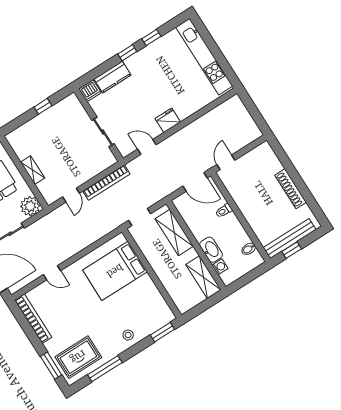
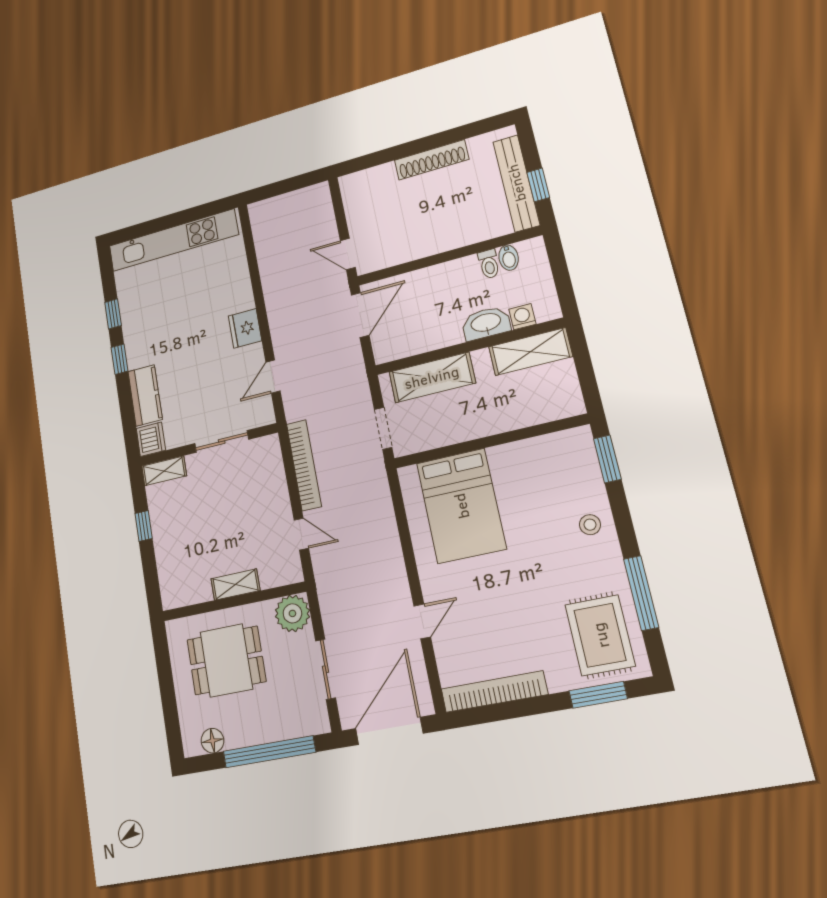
shelving: (76, 106) -> (164, 471), added
toilet: (224, 211) -> (489, 264), moved

